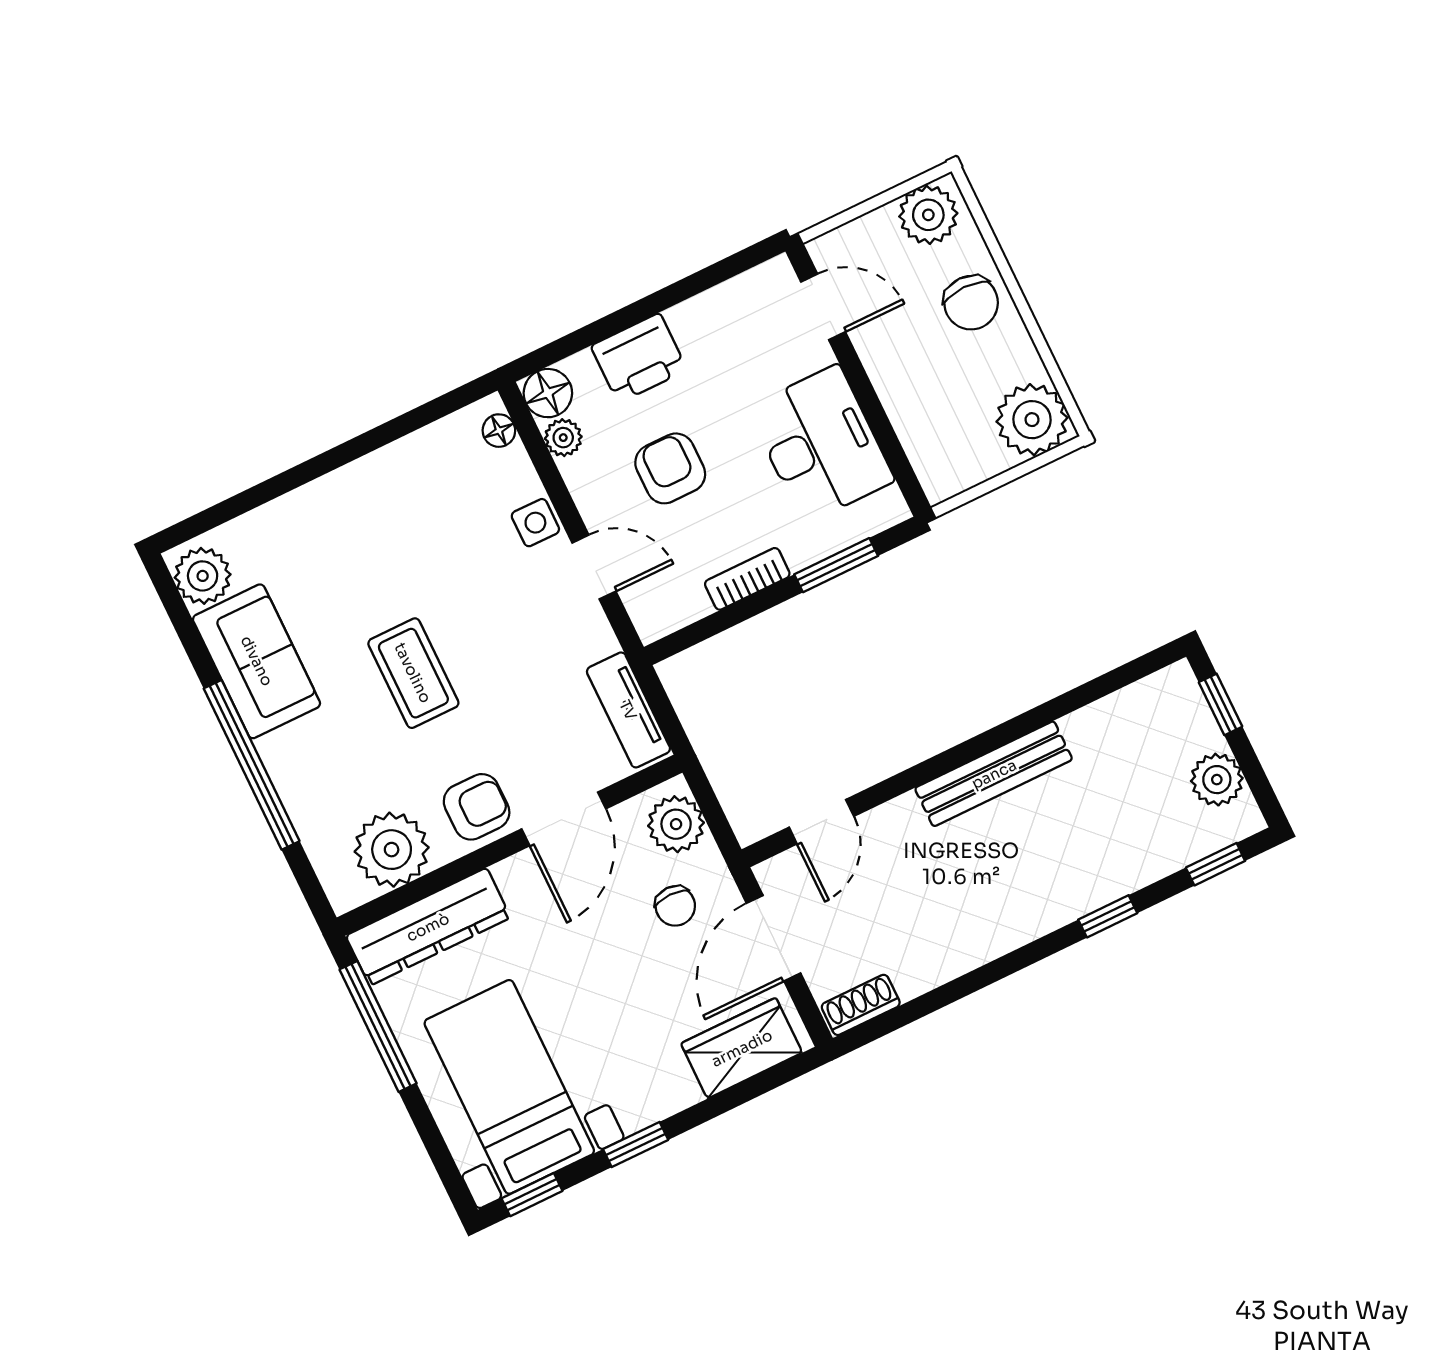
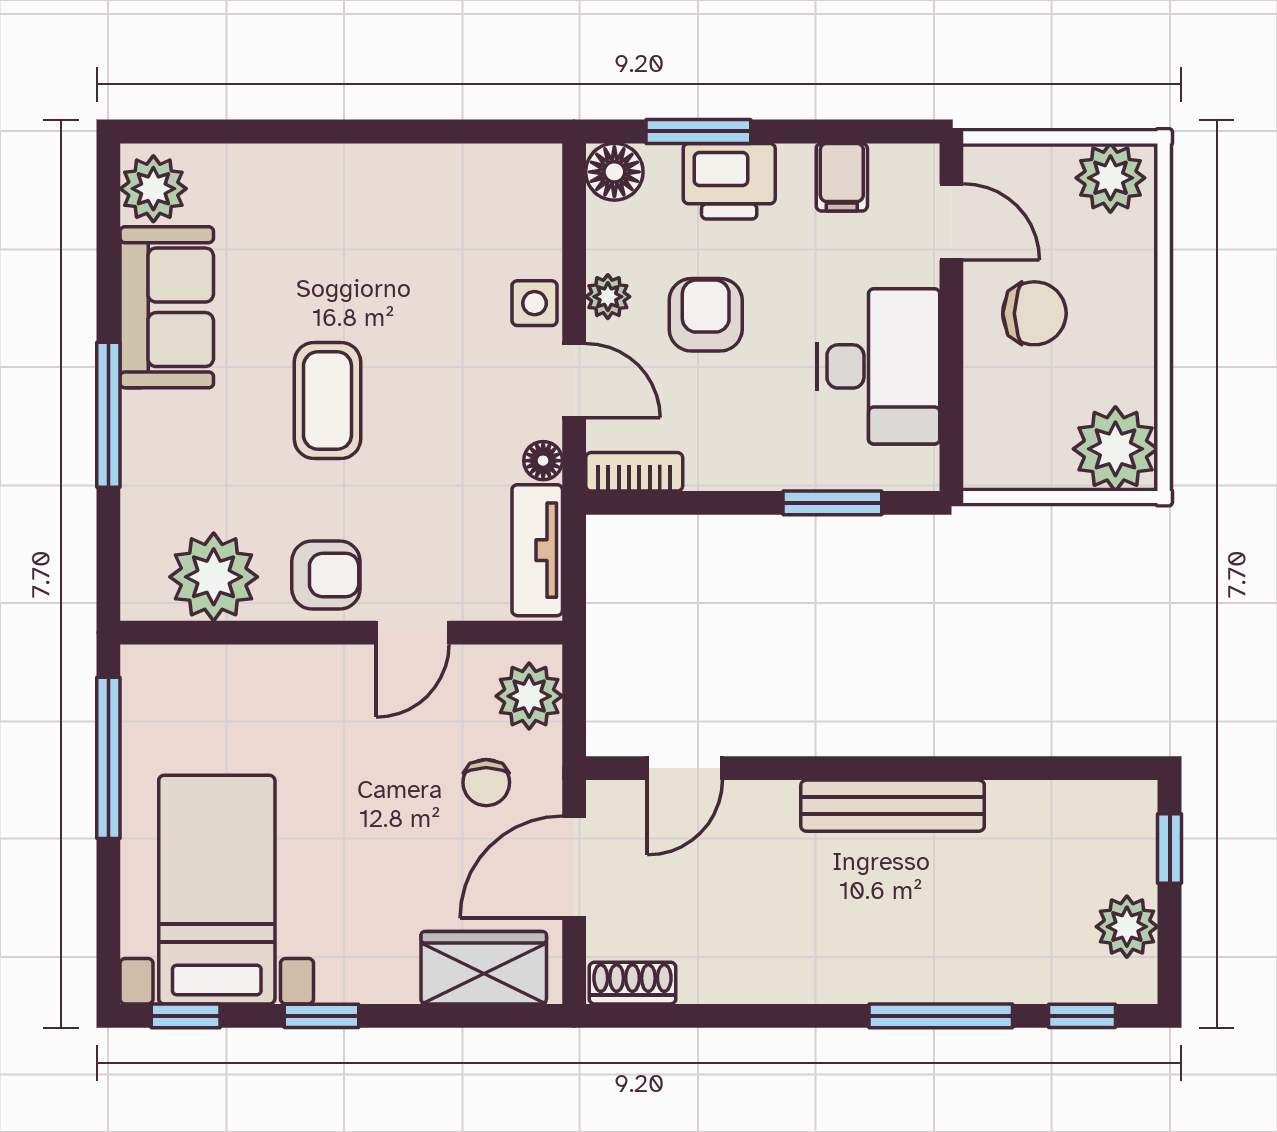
chair: (971, 303) -> (1034, 313), moved, turned -90
filing cabinet: (723, 313) -> (842, 177), added
window: (597, 331) -> (698, 131), added
floor lamp: (499, 431) -> (543, 461), moved
plant: (563, 438) -> (608, 297), moved
bookcase: (747, 579) -> (634, 472), moved
window: (252, 765) -> (108, 415), width x0.68
door: (564, 819) -> (412, 633), width x0.73
window: (1108, 916) -> (941, 1016), width x2.17
dresser: (428, 927) -> (213, 678), removed

